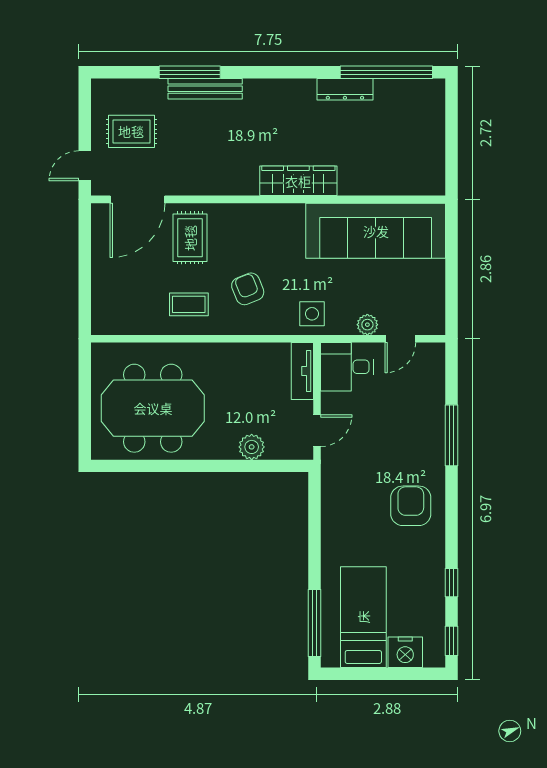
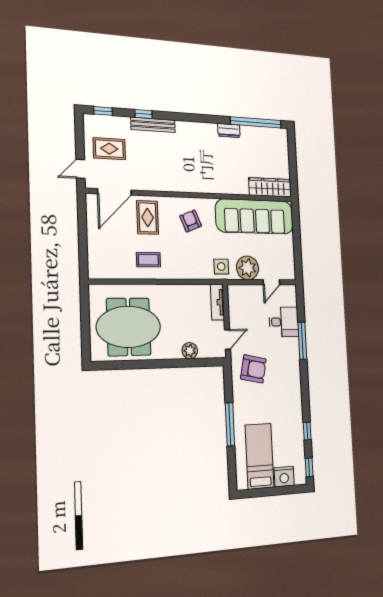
window: (123, 72) -> (103, 111), added
window: (190, 72) -> (144, 114), width x0.46
dresser: (345, 89) -> (229, 130), width x0.70
wardrobe: (298, 181) -> (270, 187), moved
armchair: (248, 289) -> (191, 221), moved
plant: (367, 325) -> (248, 268), width x1.87, depth x1.87
desk: (347, 367) -> (284, 322), moved, turned 180
armchair: (411, 506) -> (253, 369), moved, turned 102
window: (314, 623) -> (230, 424), moved

